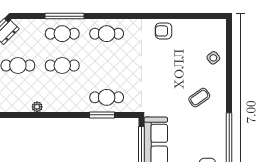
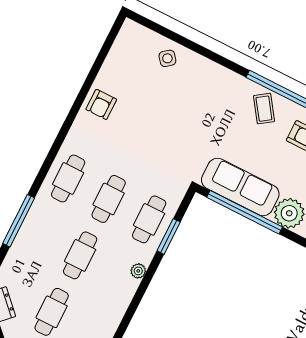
cafe table: (62, 34) -> (109, 199), moved
coffee table: (199, 98) -> (264, 109), moved
plant: (37, 107) -> (138, 271), moved

